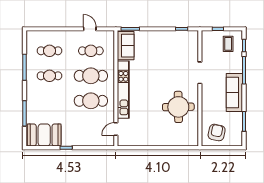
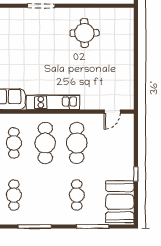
cafe table: (49, 76) -> (77, 195), moved
kitchen unit: (123, 90) -> (53, 102), width x0.73
round table: (178, 107) -> (84, 33), width x0.73, depth x0.73
door: (116, 129) -> (112, 112), hinge flipped

